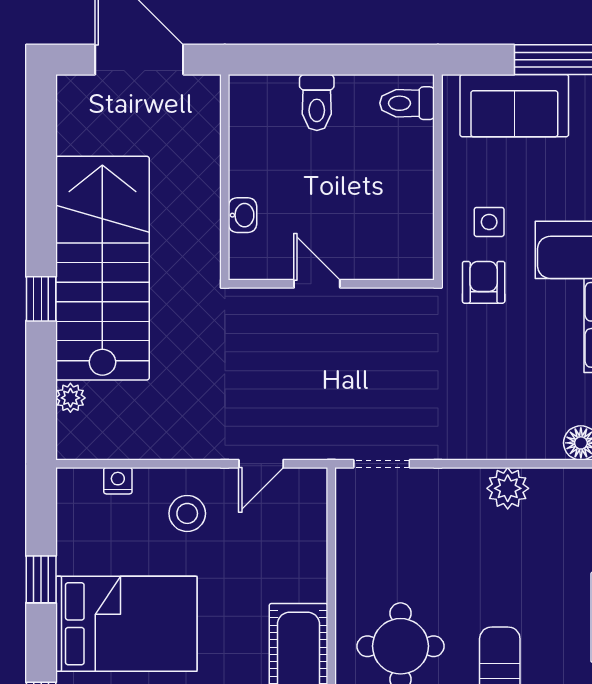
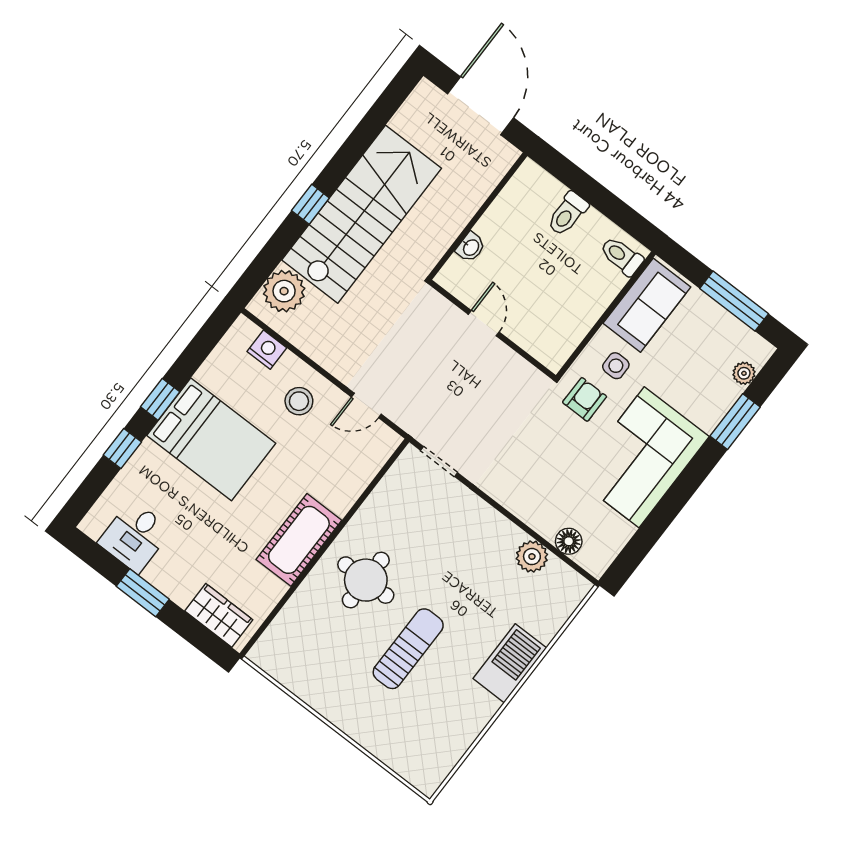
sofa: (514, 106) -> (647, 305), moved, turned -90
plant: (70, 398) -> (284, 291), width x1.88, depth x1.88
nightstand: (118, 481) -> (267, 350), width x1.39, depth x1.35
plant: (508, 488) -> (532, 557), moved
window: (41, 579) -> (160, 399), moved

